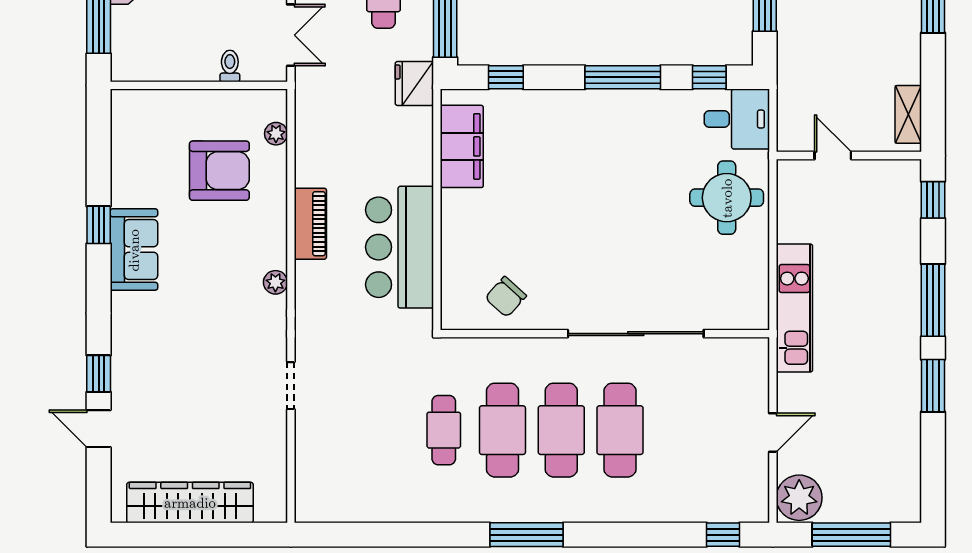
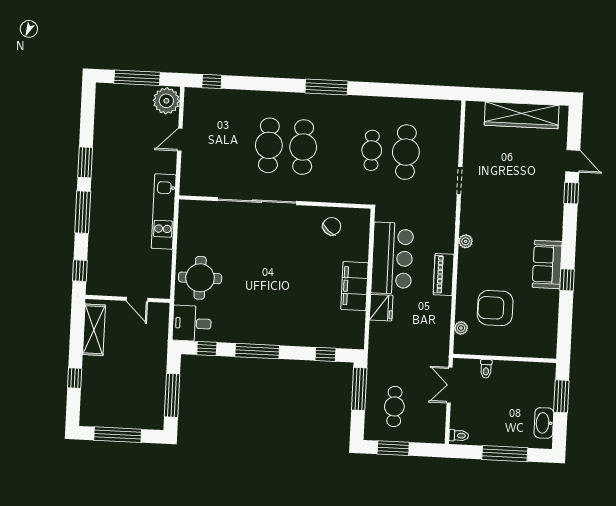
fridge: (414, 83) -> (381, 308), moved
shelving: (908, 114) -> (94, 330), width x1.50, depth x1.33
filing cabinet: (462, 146) -> (354, 286), moved
cafe table: (502, 430) -> (406, 152), moved

